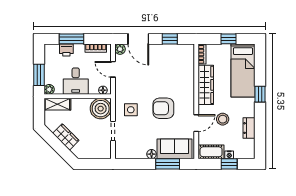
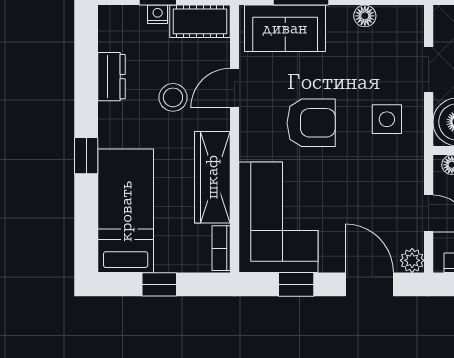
corner sofa: (177, 68) -> (278, 217), added
floor lamp: (152, 154) -> (365, 16), moved

